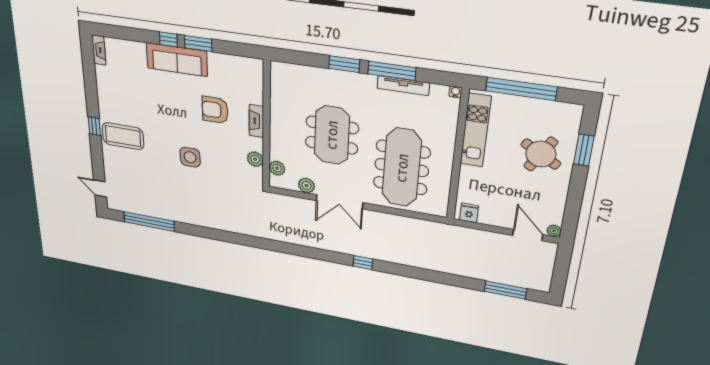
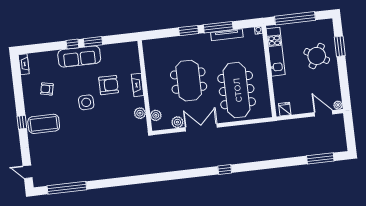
armchair: (129, 92) -> (47, 89), added
armchair: (215, 110) -> (109, 85), turned 180
side table: (190, 157) -> (86, 102), moved
double door: (339, 202) -> (201, 127), swing flipped

